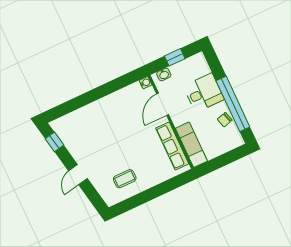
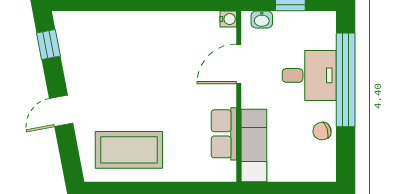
window: (233, 104) -> (346, 80), moved
row of seats: (172, 146) -> (224, 134), width x0.68
coffee table: (125, 179) -> (129, 150), width x1.86, depth x1.72

